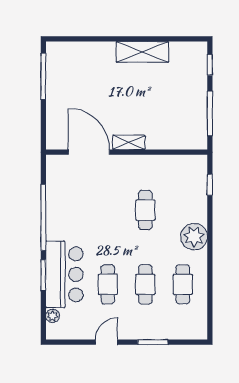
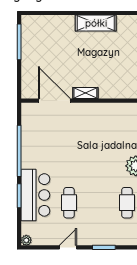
cafe table: (145, 210) -> (98, 145), removed
cafe table: (145, 284) -> (98, 203), removed
plant: (53, 316) -> (26, 240), moved

